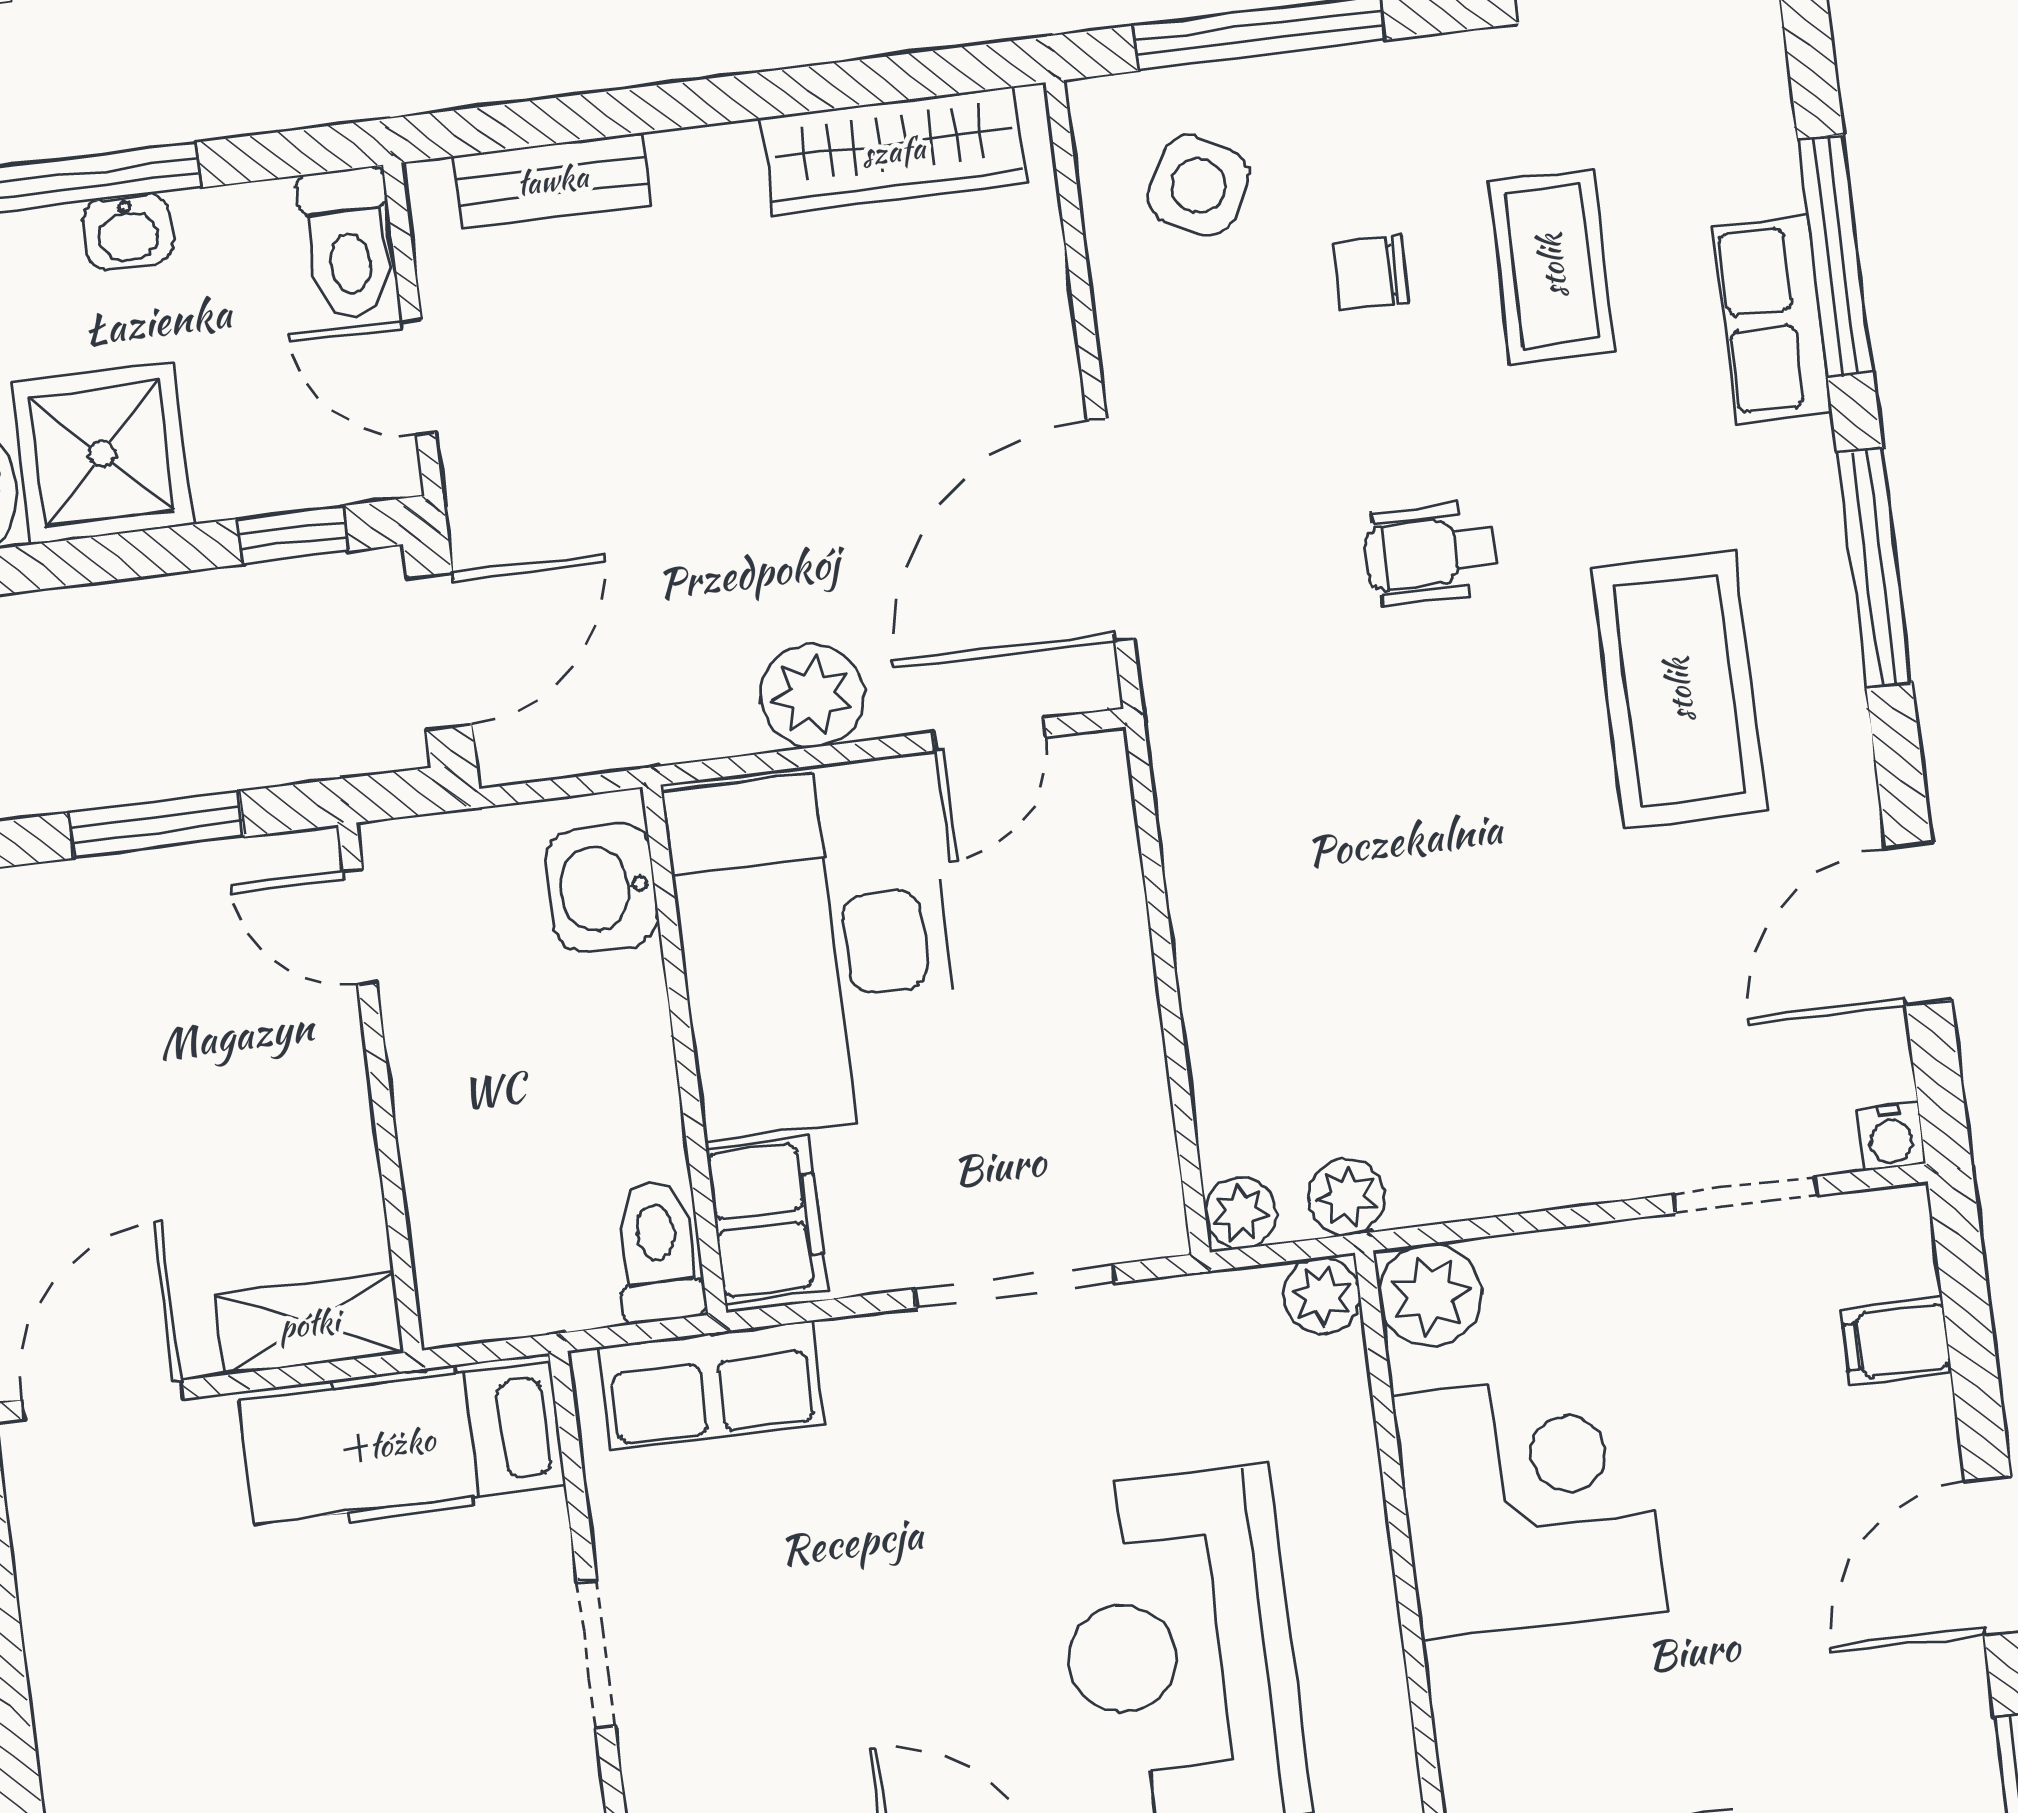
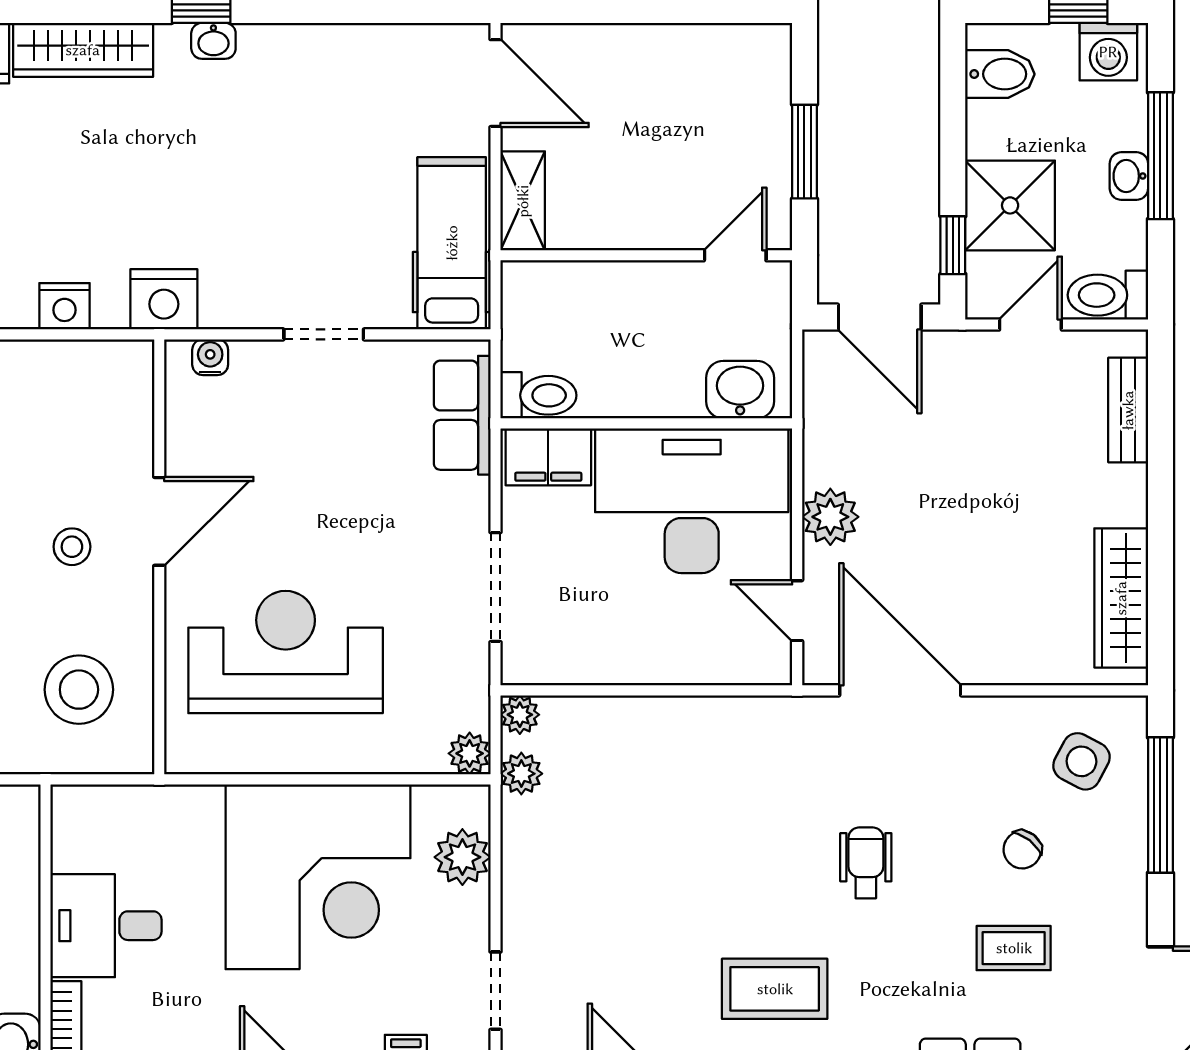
coffee table: (1552, 266) -> (1014, 948), width x0.73, depth x0.77
chair: (1371, 273) -> (1022, 850), turned -142
shower: (102, 454) -> (1010, 205), moved
coffee table: (1679, 690) -> (775, 989), width x0.73, depth x0.76
plant: (1430, 1295) -> (462, 857), moved
corner desk: (1529, 1503) -> (318, 877), width x1.36, depth x1.36

